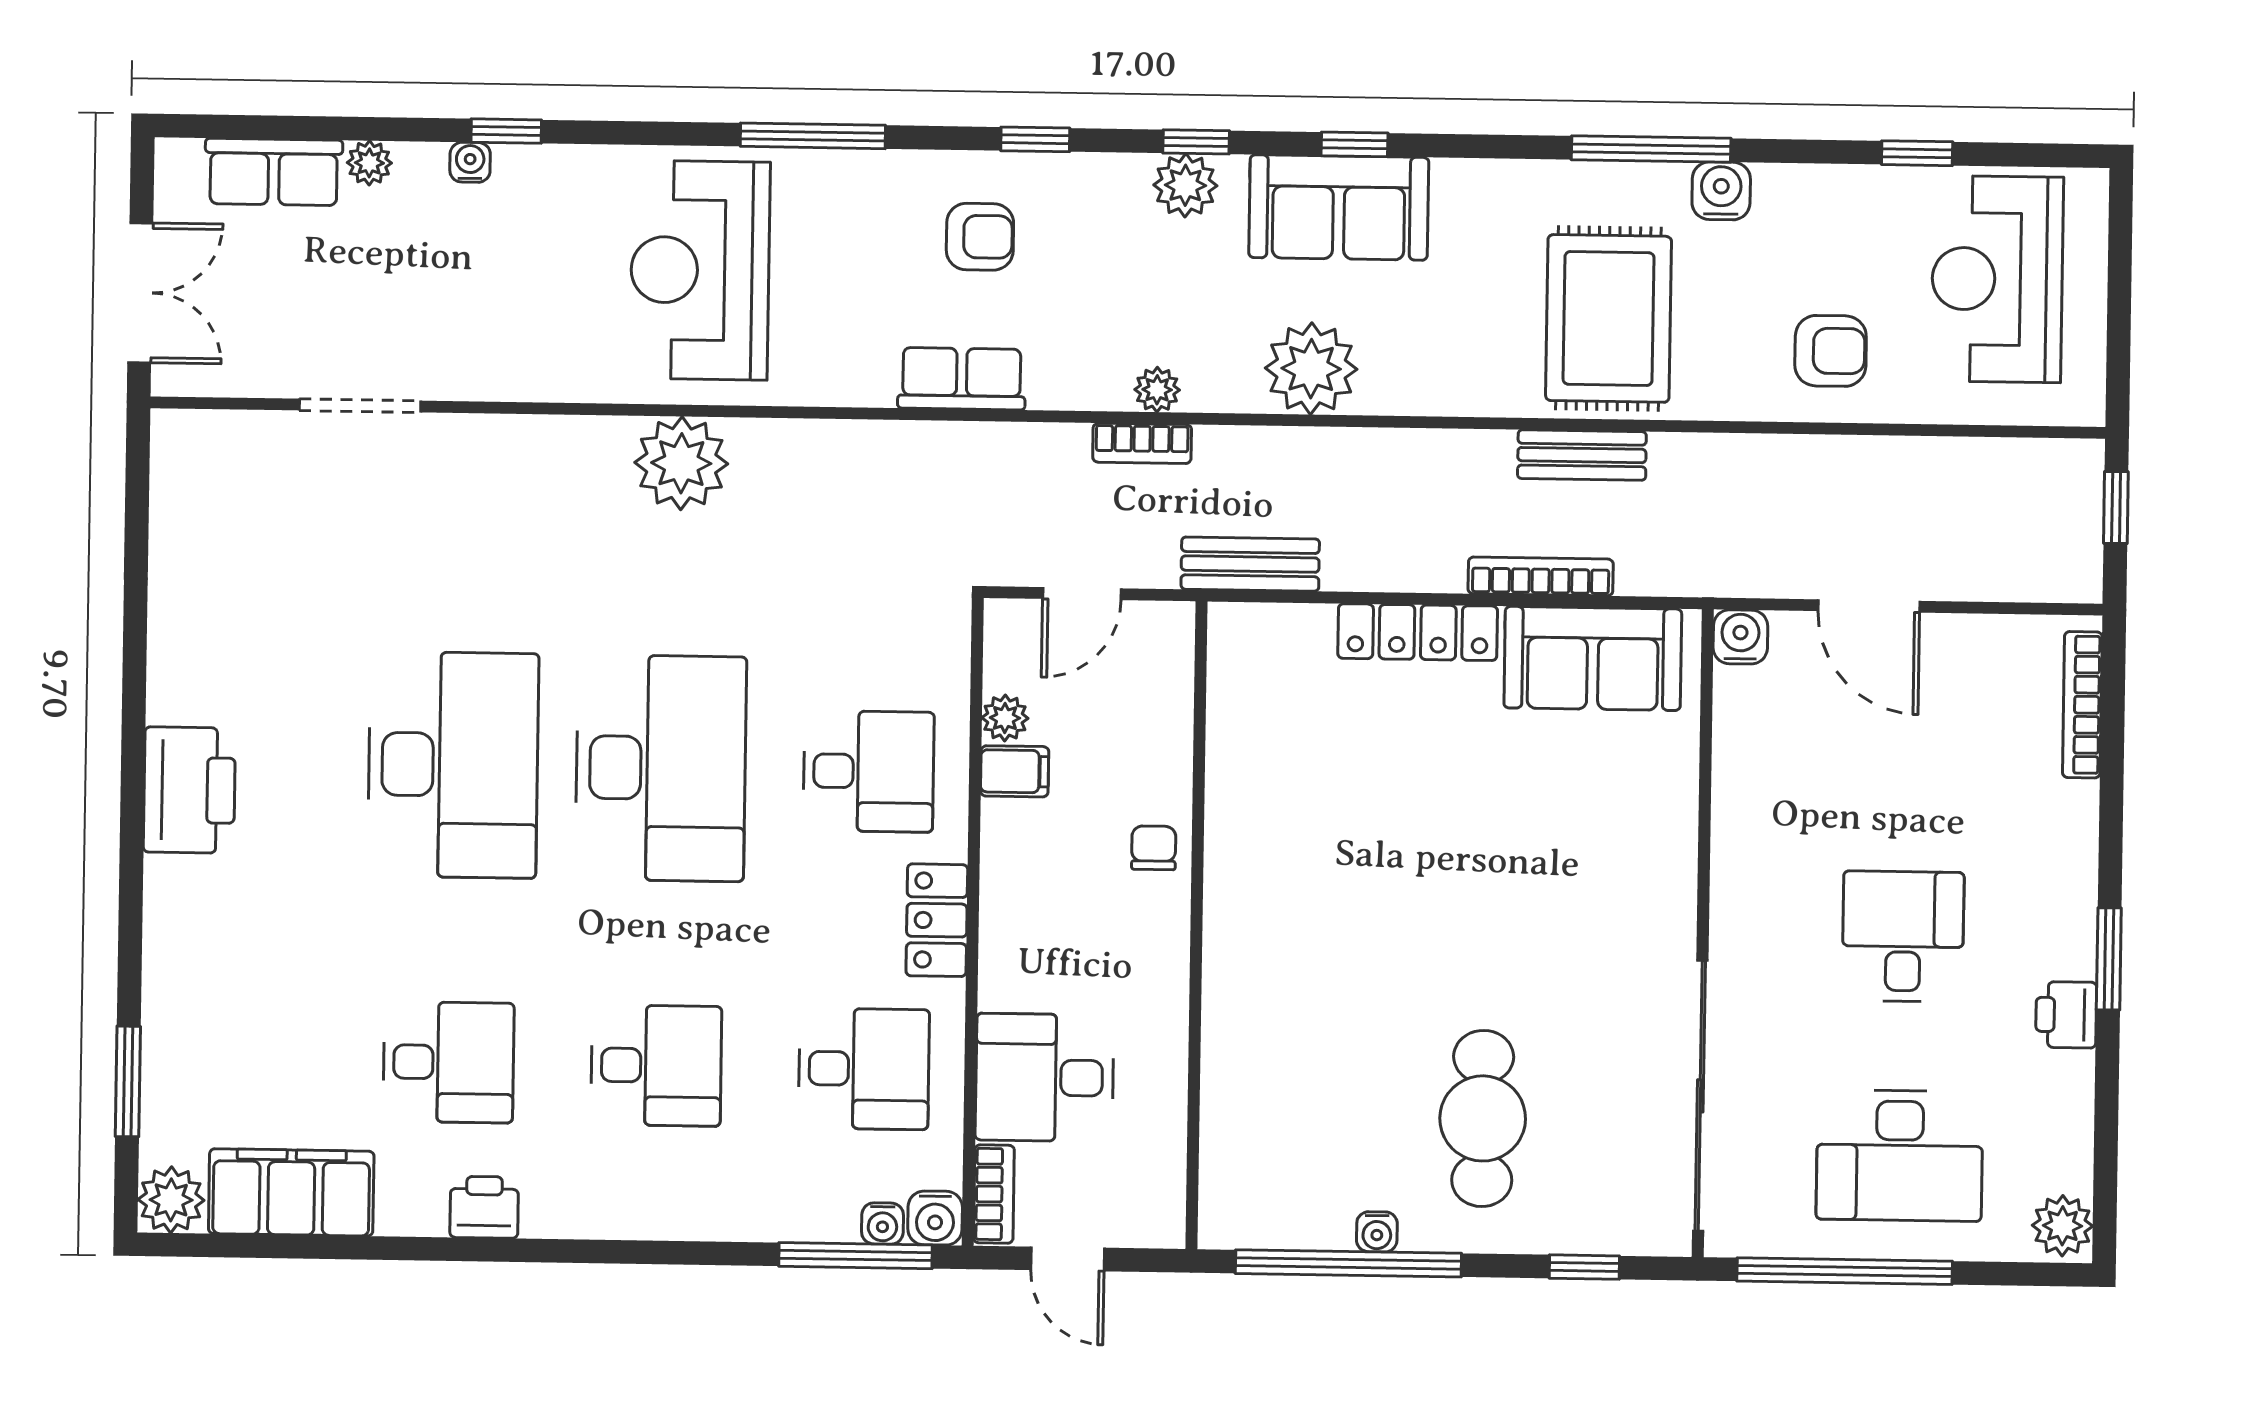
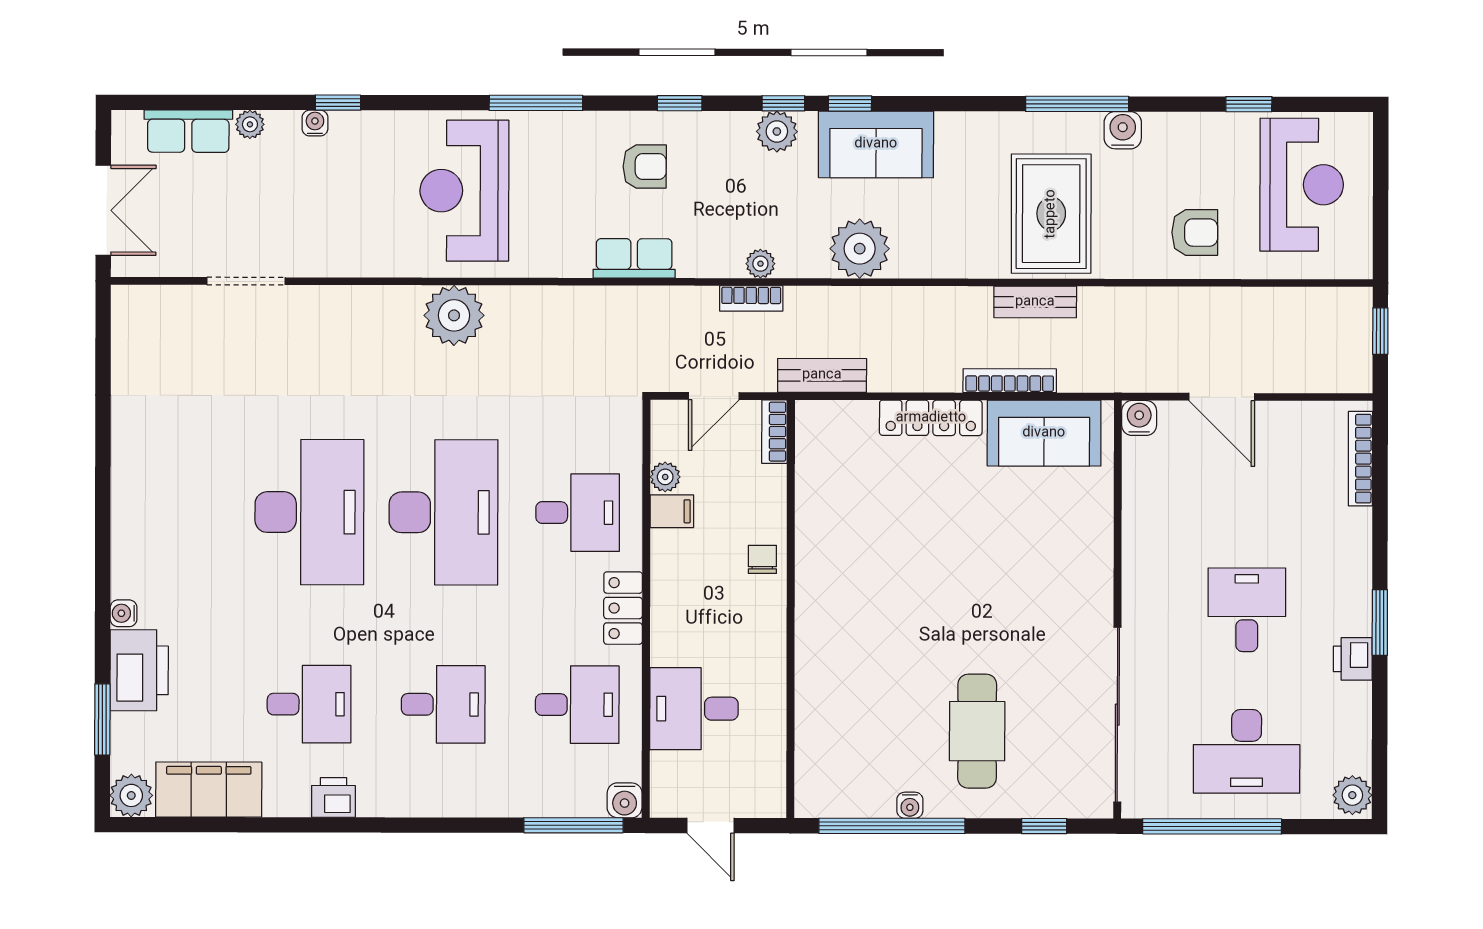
window: (1354, 144) -> (850, 103), moved
reception desk: (1997, 279) -> (1302, 185), turned 180
printer: (189, 790) -> (139, 670), moved
bookcase: (994, 1194) -> (774, 432), moved, turned 180
water cooler: (883, 1224) -> (124, 613), moved, turned 90

